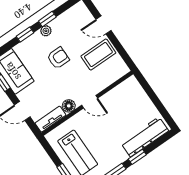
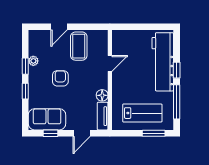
plant: (46, 31) -> (33, 61), moved
door: (90, 102) -> (110, 64), moved
workbench: (145, 137) -> (163, 62), width x1.36, depth x1.32

